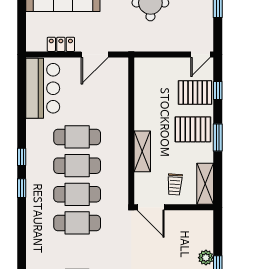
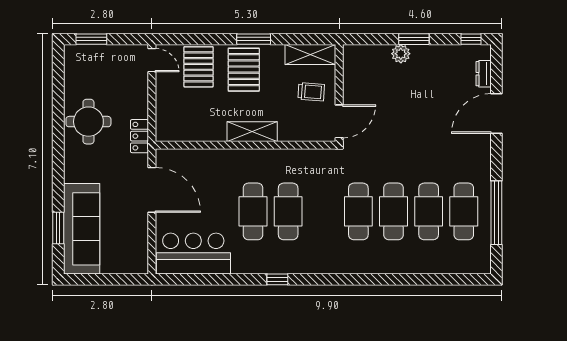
locker: (61, 44) -> (139, 136), moved
door: (95, 54) -> (152, 190), width x1.36
window: (218, 90) -> (196, 39), removed
shelving: (142, 151) -> (252, 132), moved
window: (22, 188) -> (316, 279), removed
cafe table: (77, 194) -> (394, 211), moved

